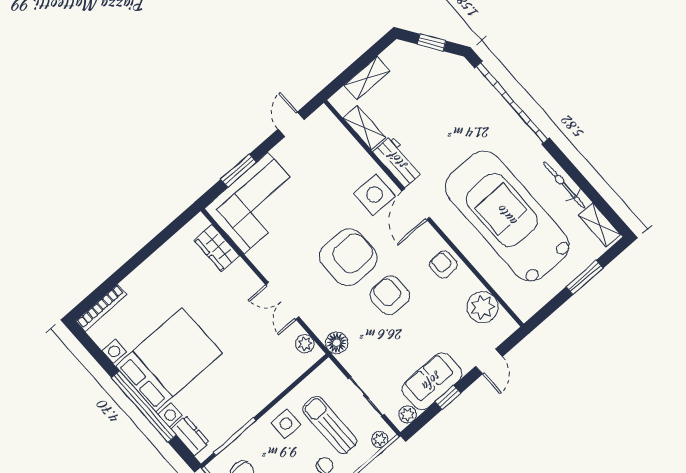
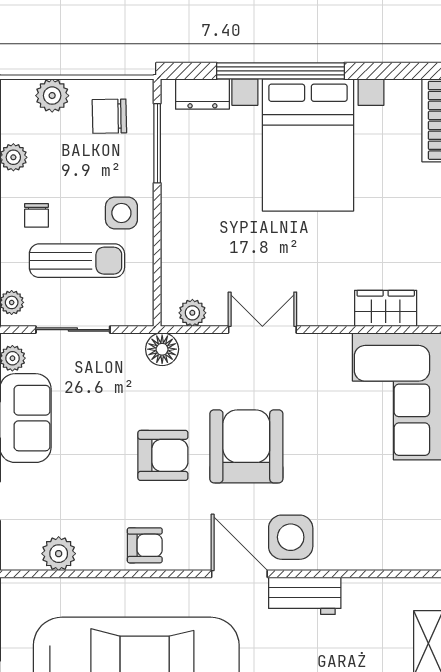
shelving: (364, 128) -> (375, 591), removed
armchair: (348, 257) -> (246, 446), turned 180
plant: (483, 307) -> (59, 554), width x0.73, depth x0.73

